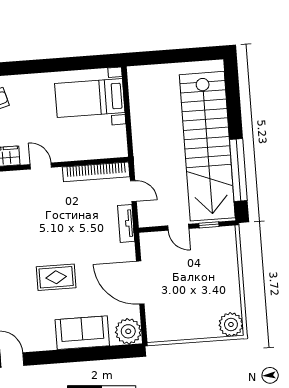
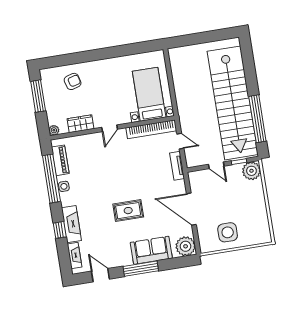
bed with nightstands: (90, 98) -> (149, 94), moved, turned 90
door: (41, 166) -> (110, 128), swing flipped
side table: (186, 318) -> (228, 232), added
plant: (231, 324) -> (251, 171), moved
window: (66, 356) -> (141, 269), added

